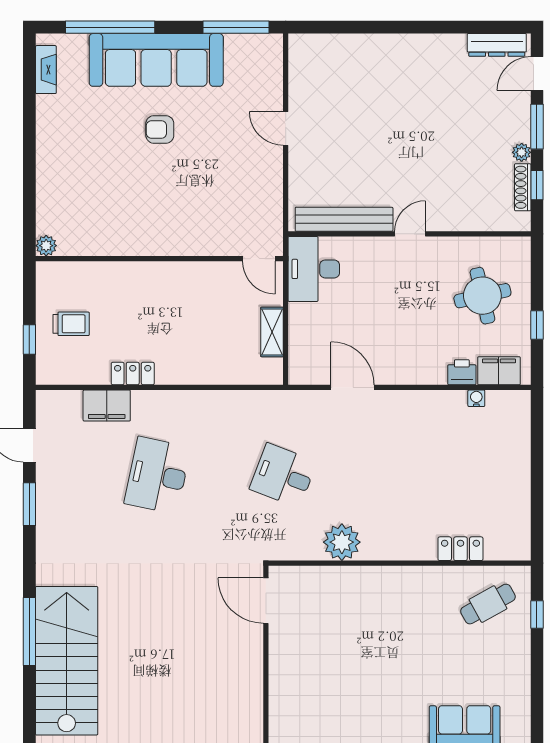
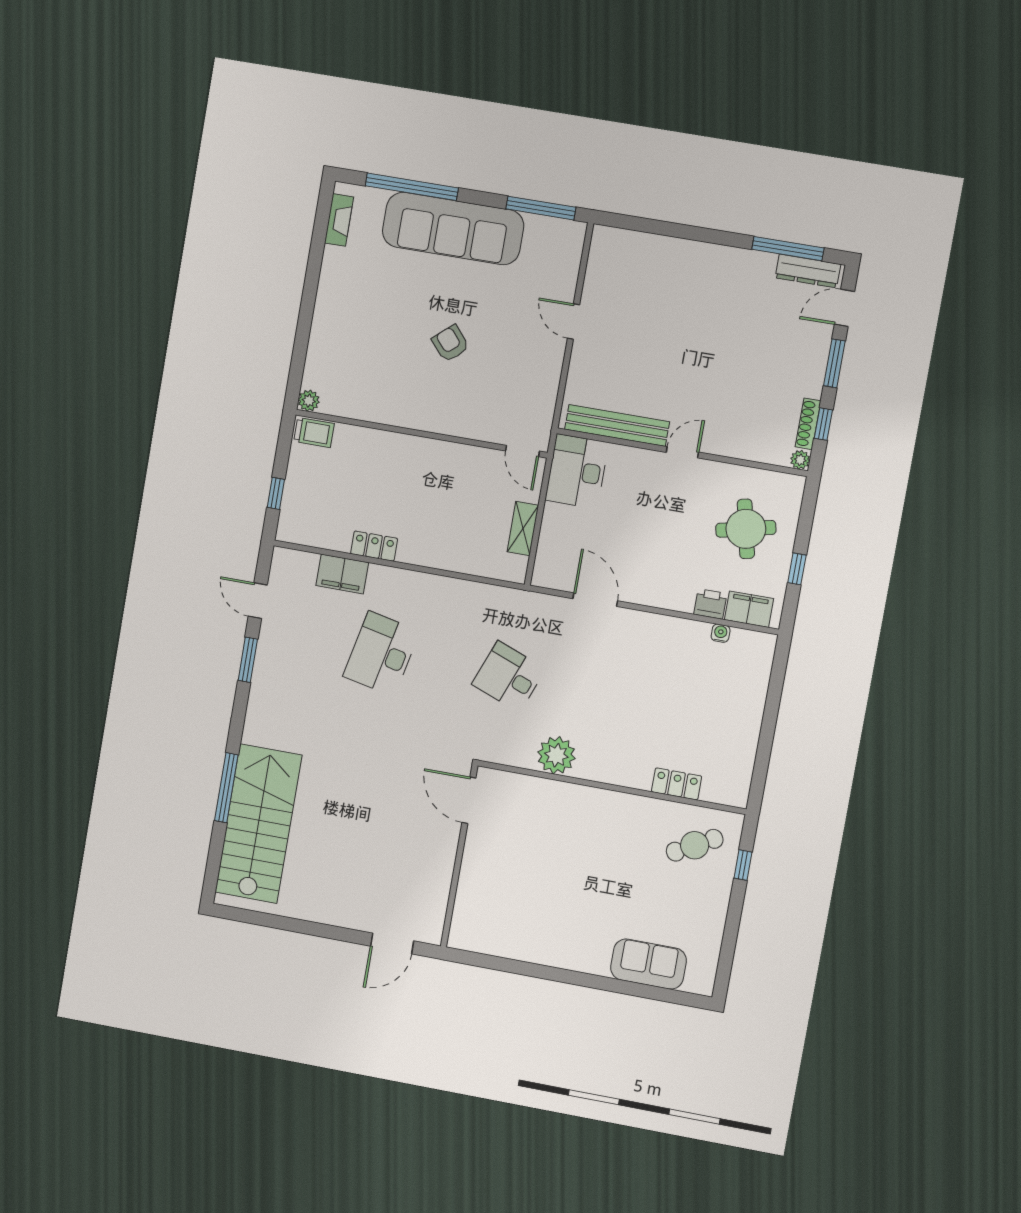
window: (474, 27) -> (788, 249), added
armchair: (160, 129) -> (450, 343), moved, turned 49
plant: (522, 152) -> (800, 460), moved
trolley: (71, 324) -> (314, 432), moved

